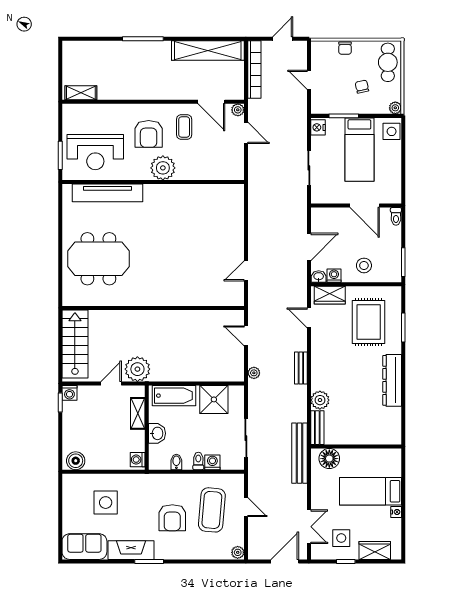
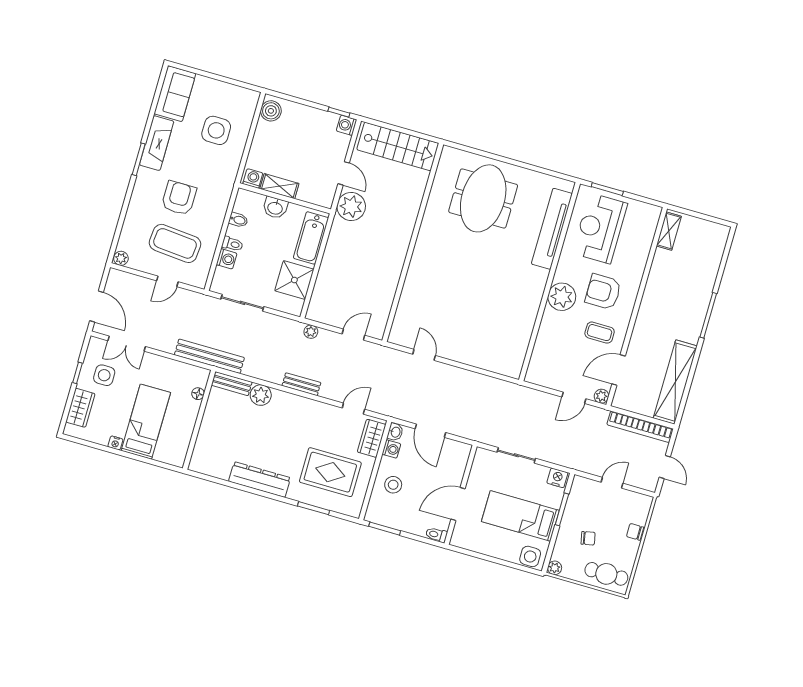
shelving: (138, 413) -> (279, 186), moved
floor lamp: (329, 459) -> (198, 394), width x0.53, depth x0.53
armchair: (172, 518) -> (179, 198), turned 90

